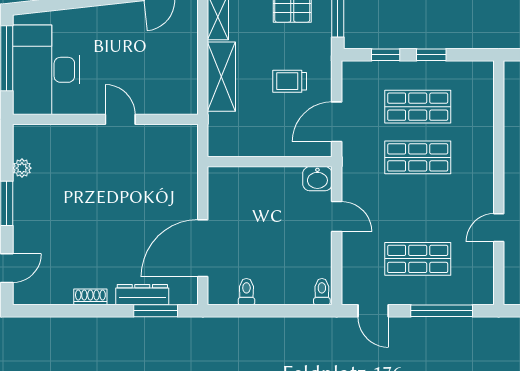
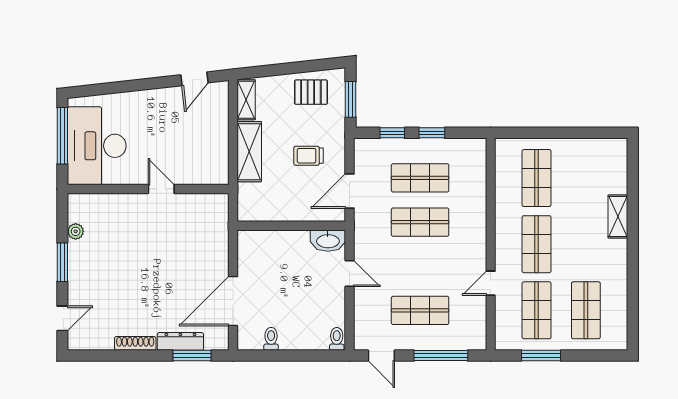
washbasin: (317, 179) -> (328, 241), width x1.38
shoe rack: (90, 297) -> (135, 343), width x1.43

